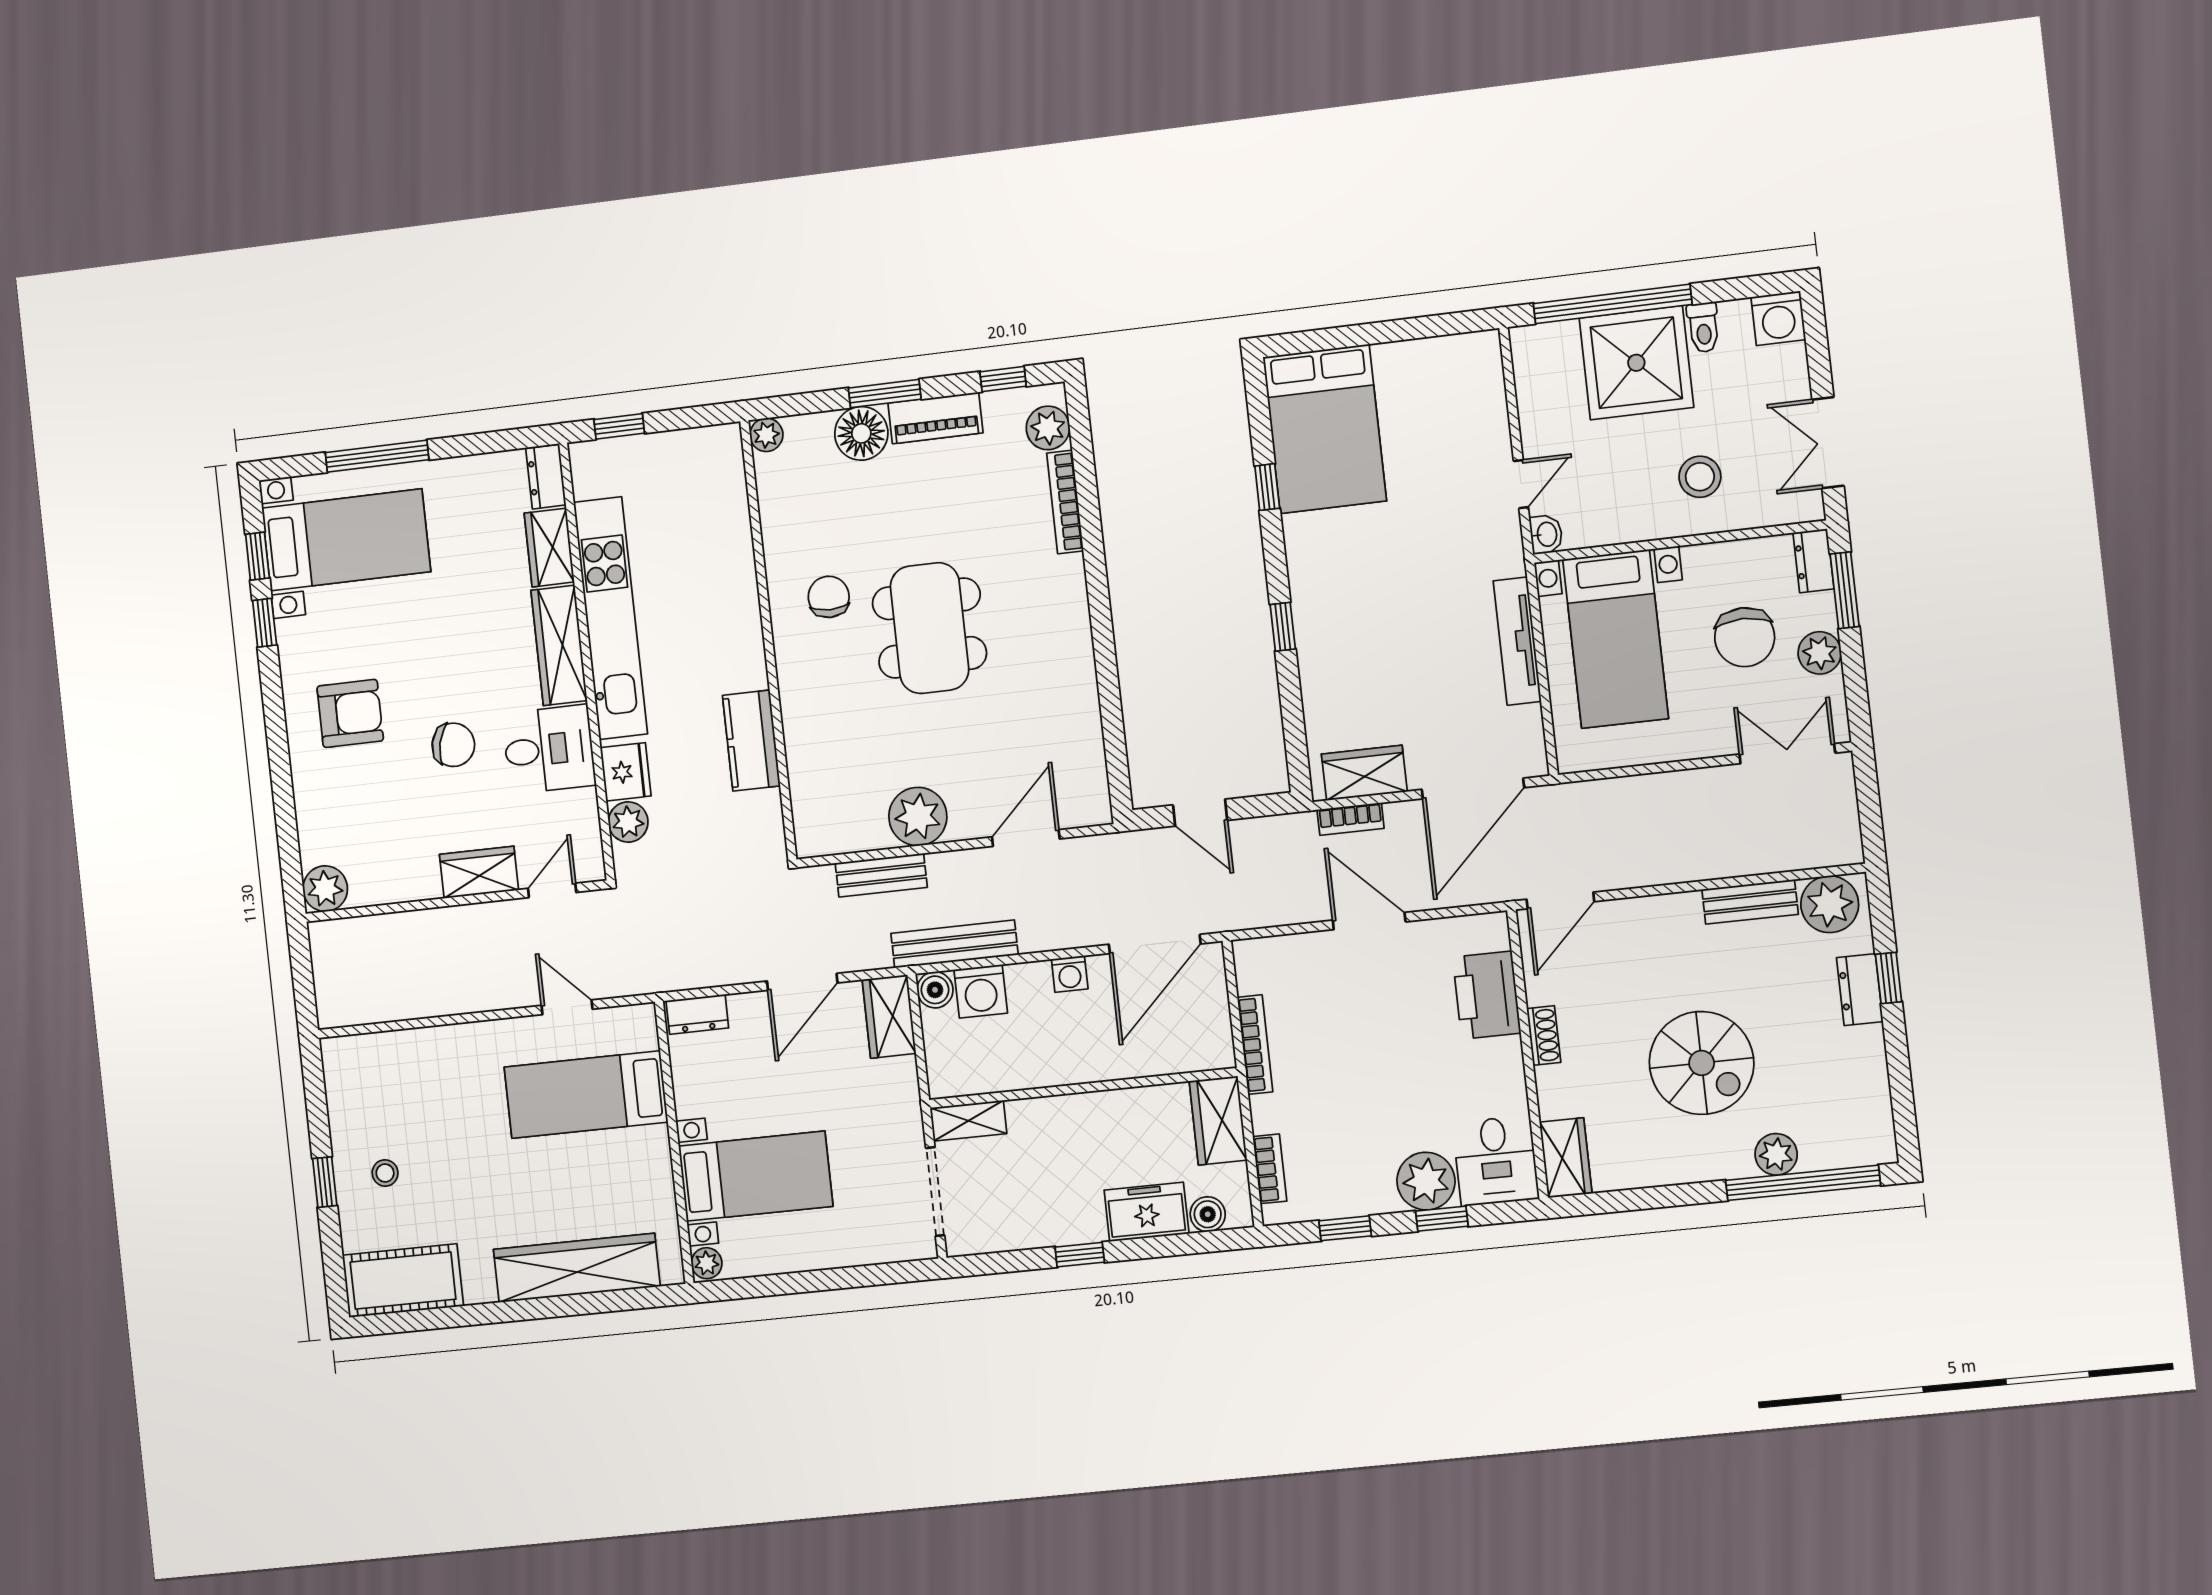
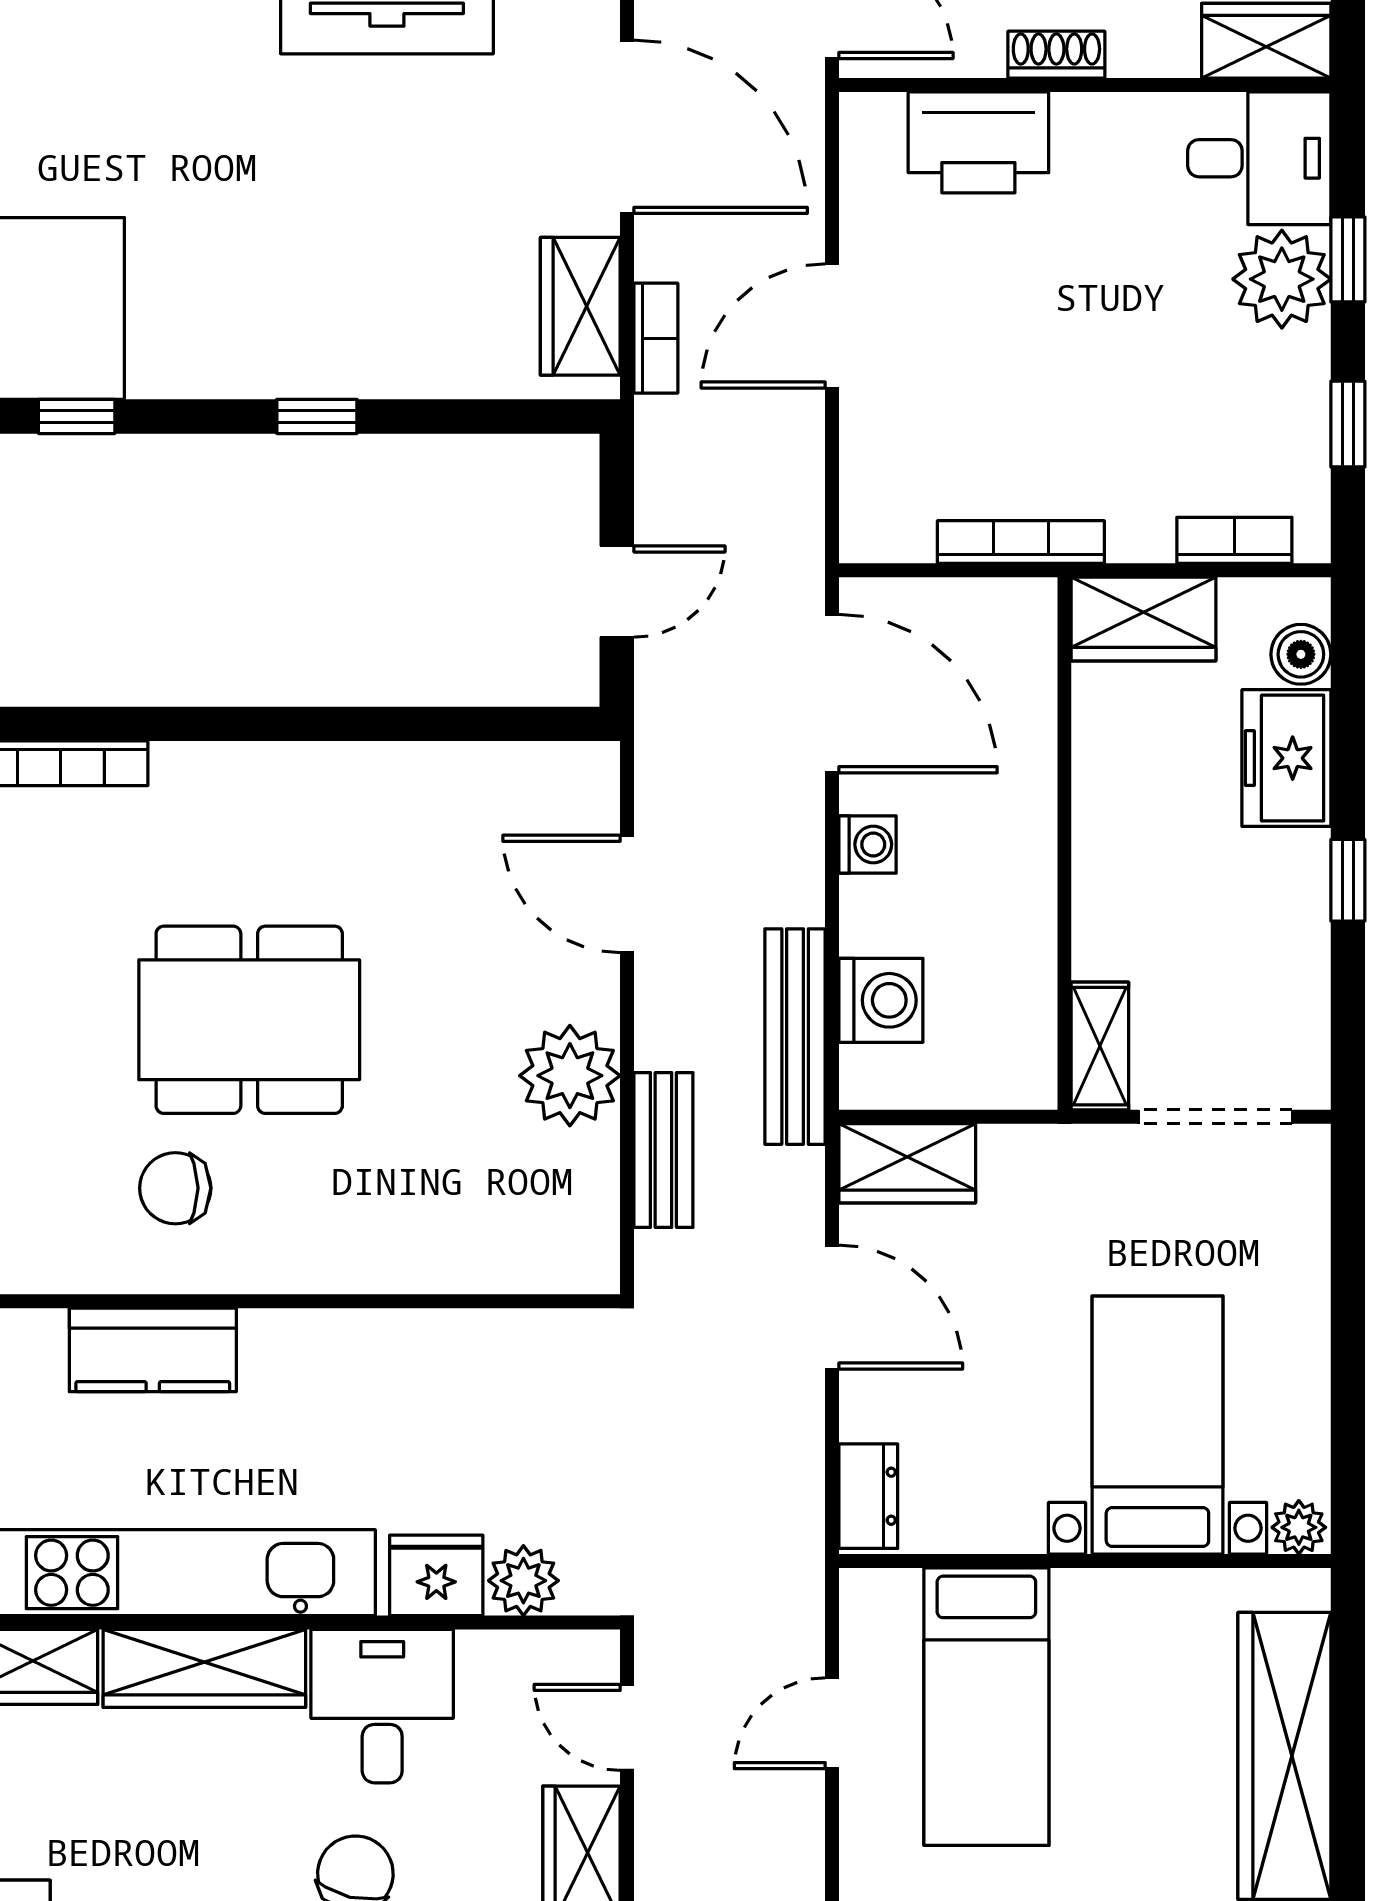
kitchen counter: (751, 741) -> (153, 1350), moved
boiler: (935, 990) -> (870, 1079), removed

